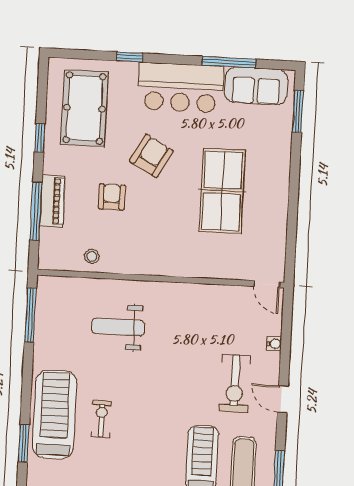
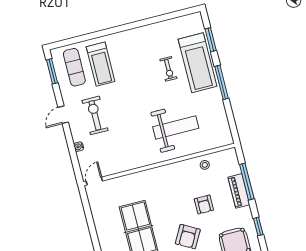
door: (267, 284) -> (94, 181), hinge flipped
window: (30, 315) -> (222, 82), moved
weight bench: (118, 327) -> (176, 127), width x1.36, depth x1.33
door: (283, 399) -> (63, 115), swing flipped

